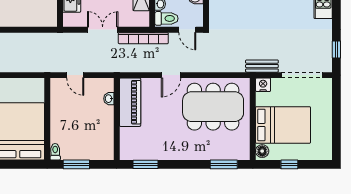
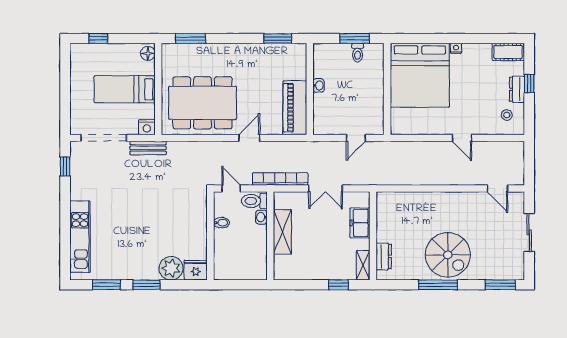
door: (75, 75) -> (356, 138), swing flipped
washbasin: (109, 99) -> (319, 86), moved
bed: (283, 125) -> (125, 89), width x0.67
toilet: (55, 152) -> (358, 53), moved
window: (289, 164) -> (98, 38), moved

